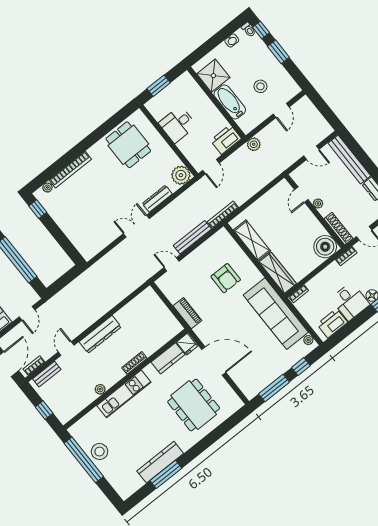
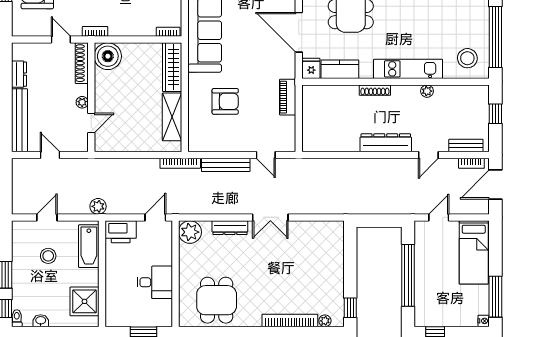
bathtub: (230, 102) -> (89, 246), moved
armchair: (226, 278) -> (225, 101), turned 90
stool: (100, 452) -> (467, 58), moved

